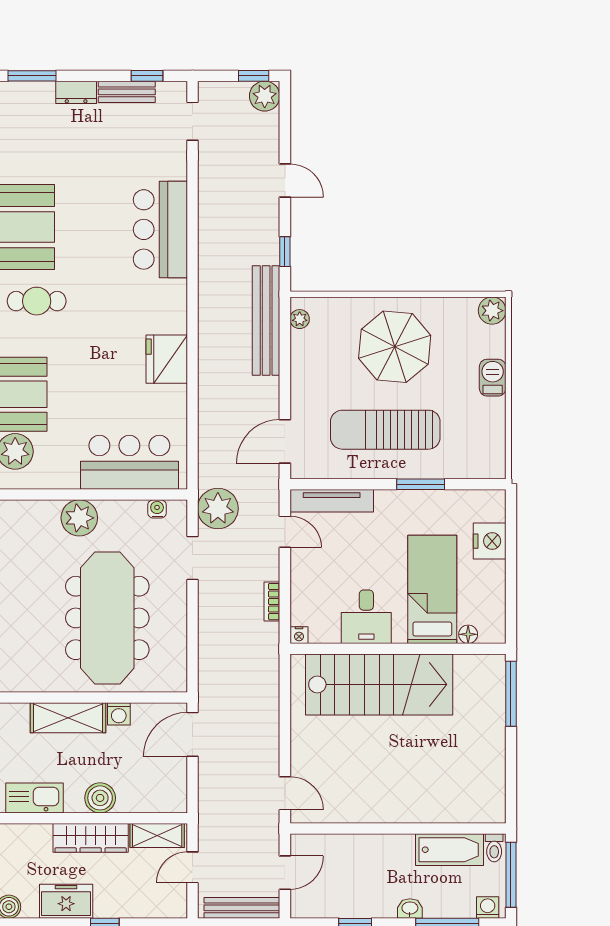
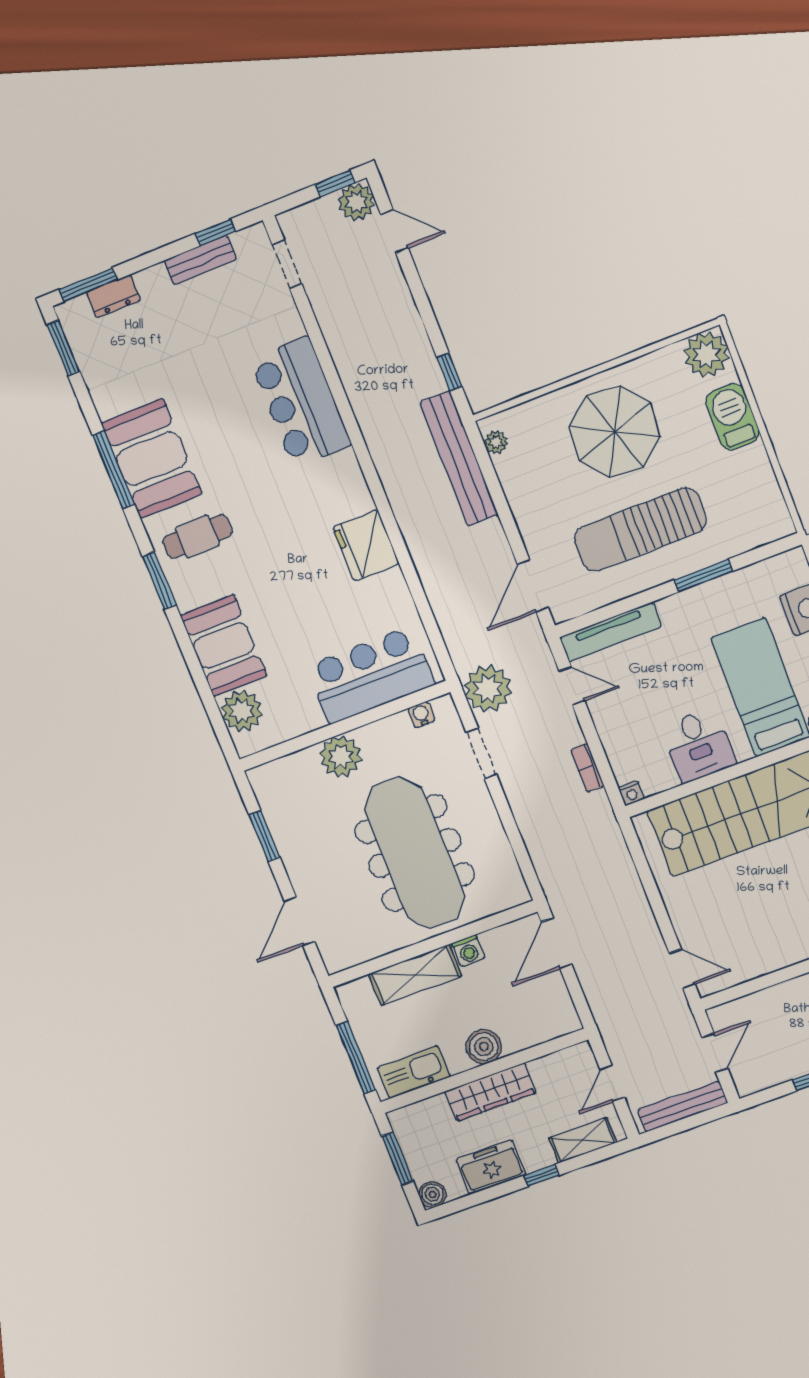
dresser: (76, 92) -> (113, 296), moved
door: (285, 180) -> (394, 231), moved
plant: (492, 311) -> (707, 355), width x1.36, depth x1.36
barbecue: (493, 378) -> (732, 417), width x1.38, depth x1.27
shelving: (157, 836) -> (583, 1140), moved

